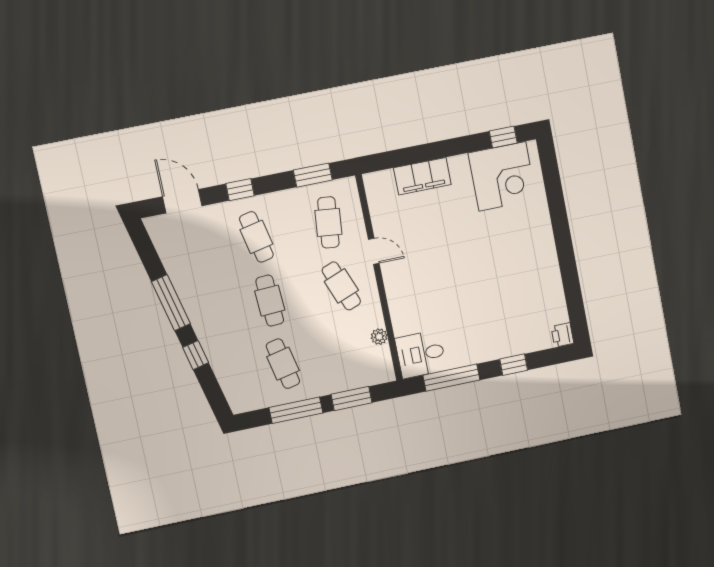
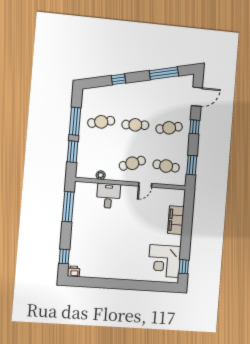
window: (171, 303) -> (164, 73), moved
desk: (421, 354) -> (108, 196), moved
window: (514, 365) -> (64, 256), moved

